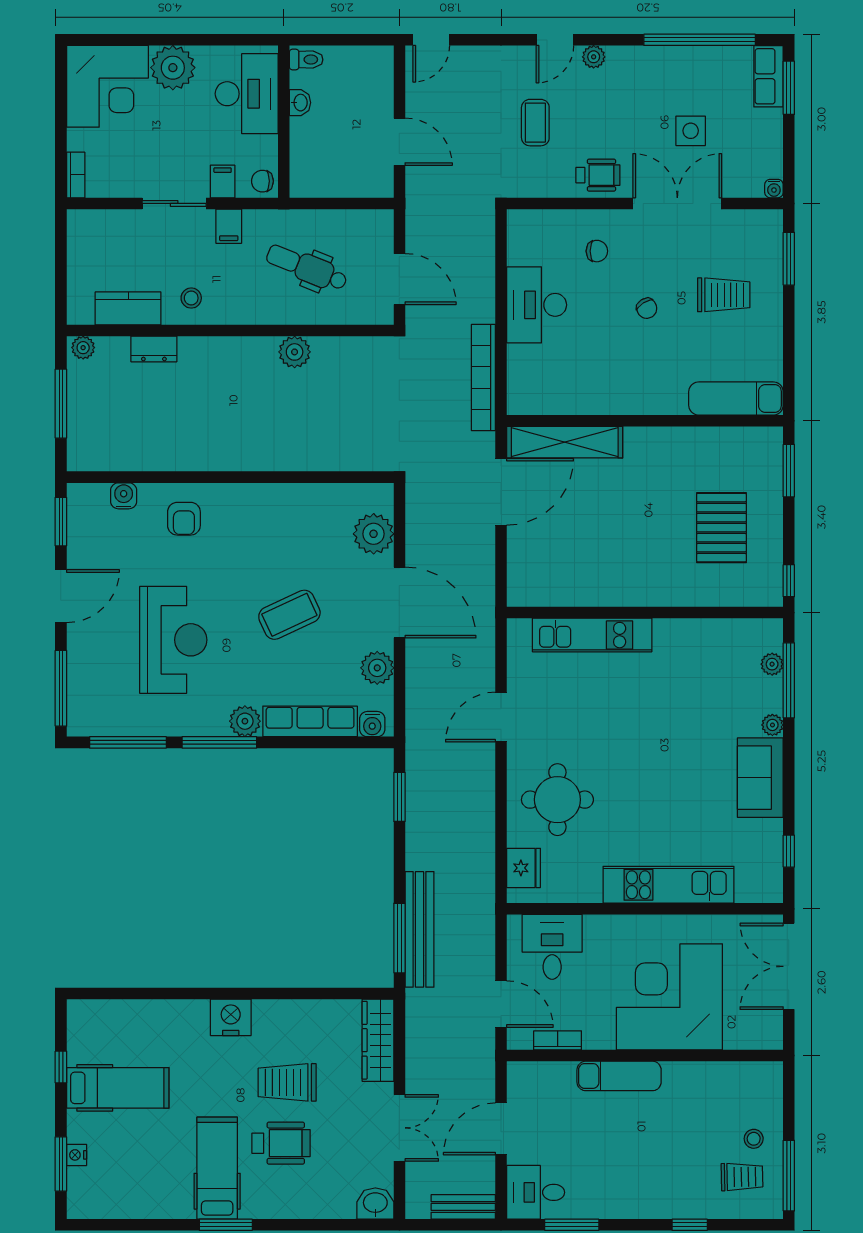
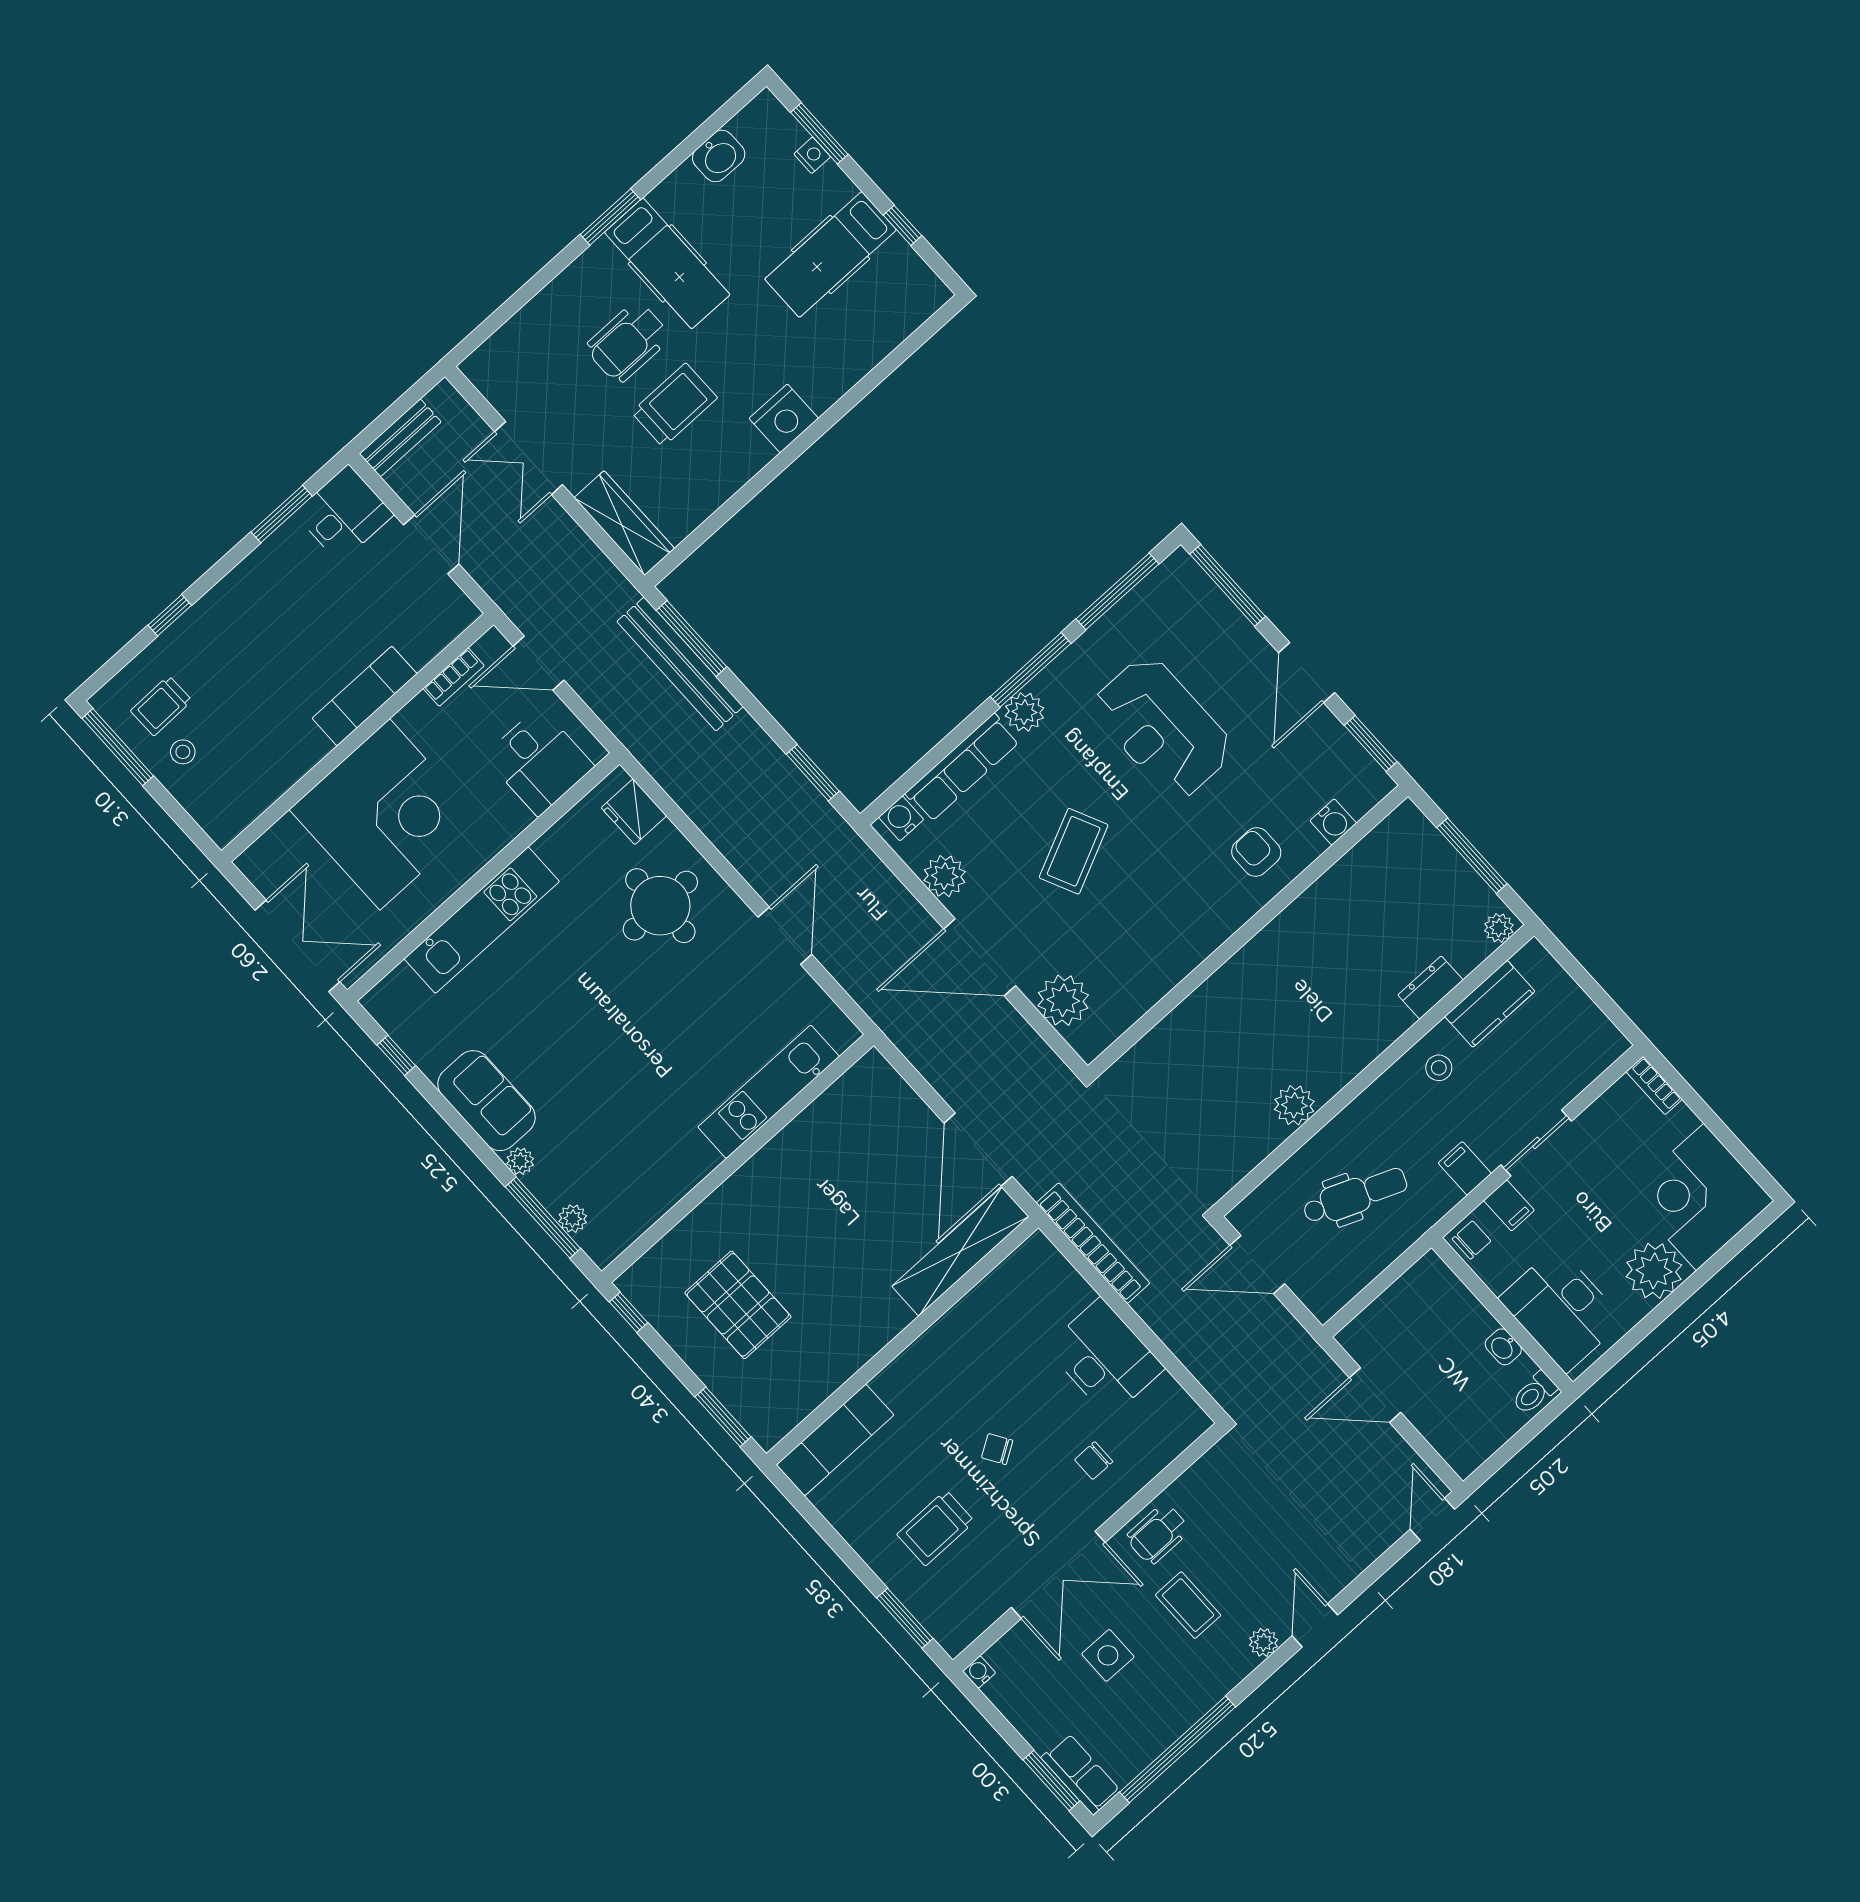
coffee table: (535, 123) -> (1188, 1605), moved
washbasin: (375, 1204) -> (719, 156), moved

